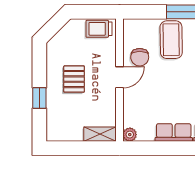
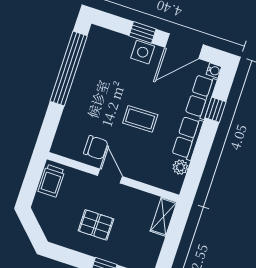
coffee table: (171, 40) -> (140, 119), moved, width x0.73, depth x0.77
plant: (130, 135) -> (180, 167), moved

